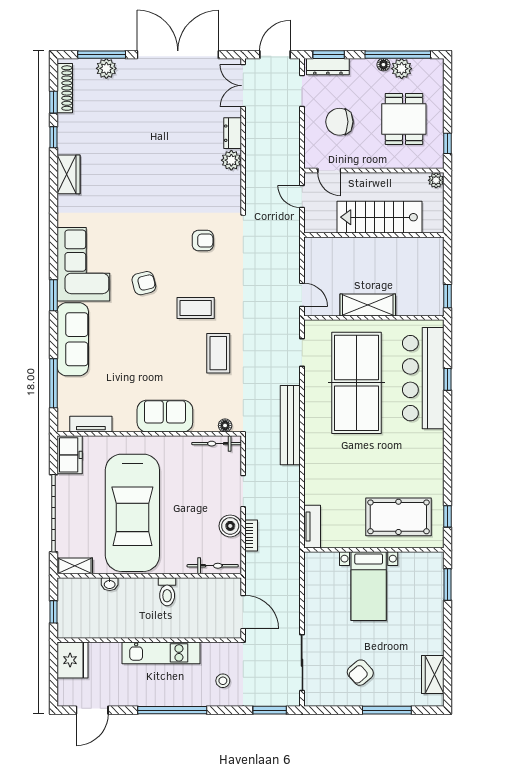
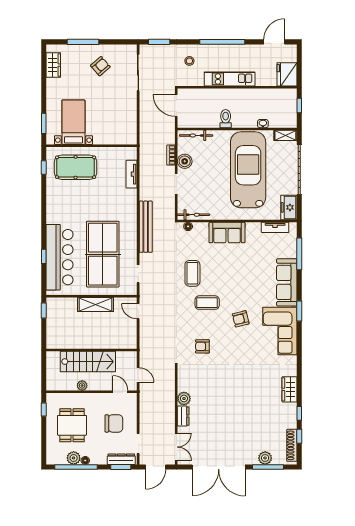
plant: (436, 180) -> (82, 385), moved
tv unit: (312, 527) -> (132, 174), moved
bed with nightstands: (369, 586) -> (73, 122), moved

